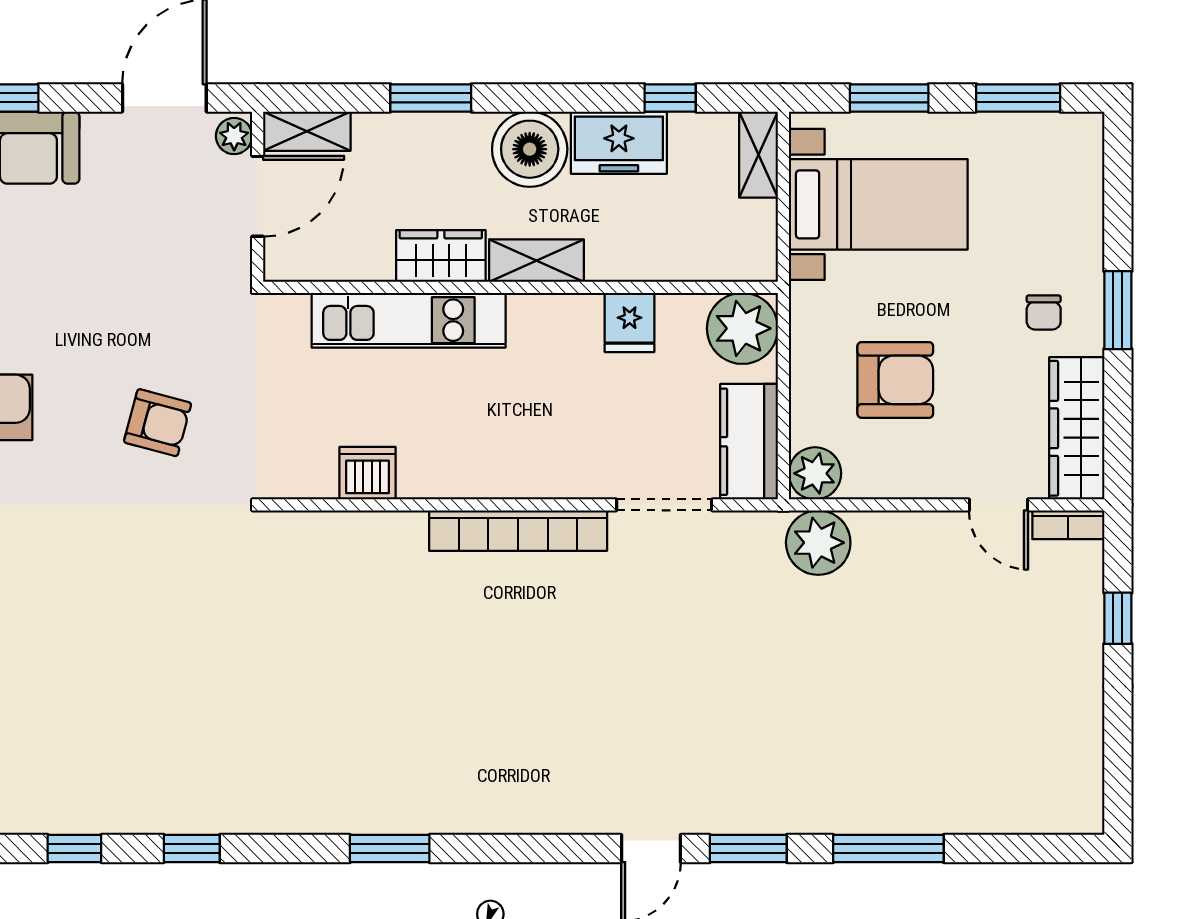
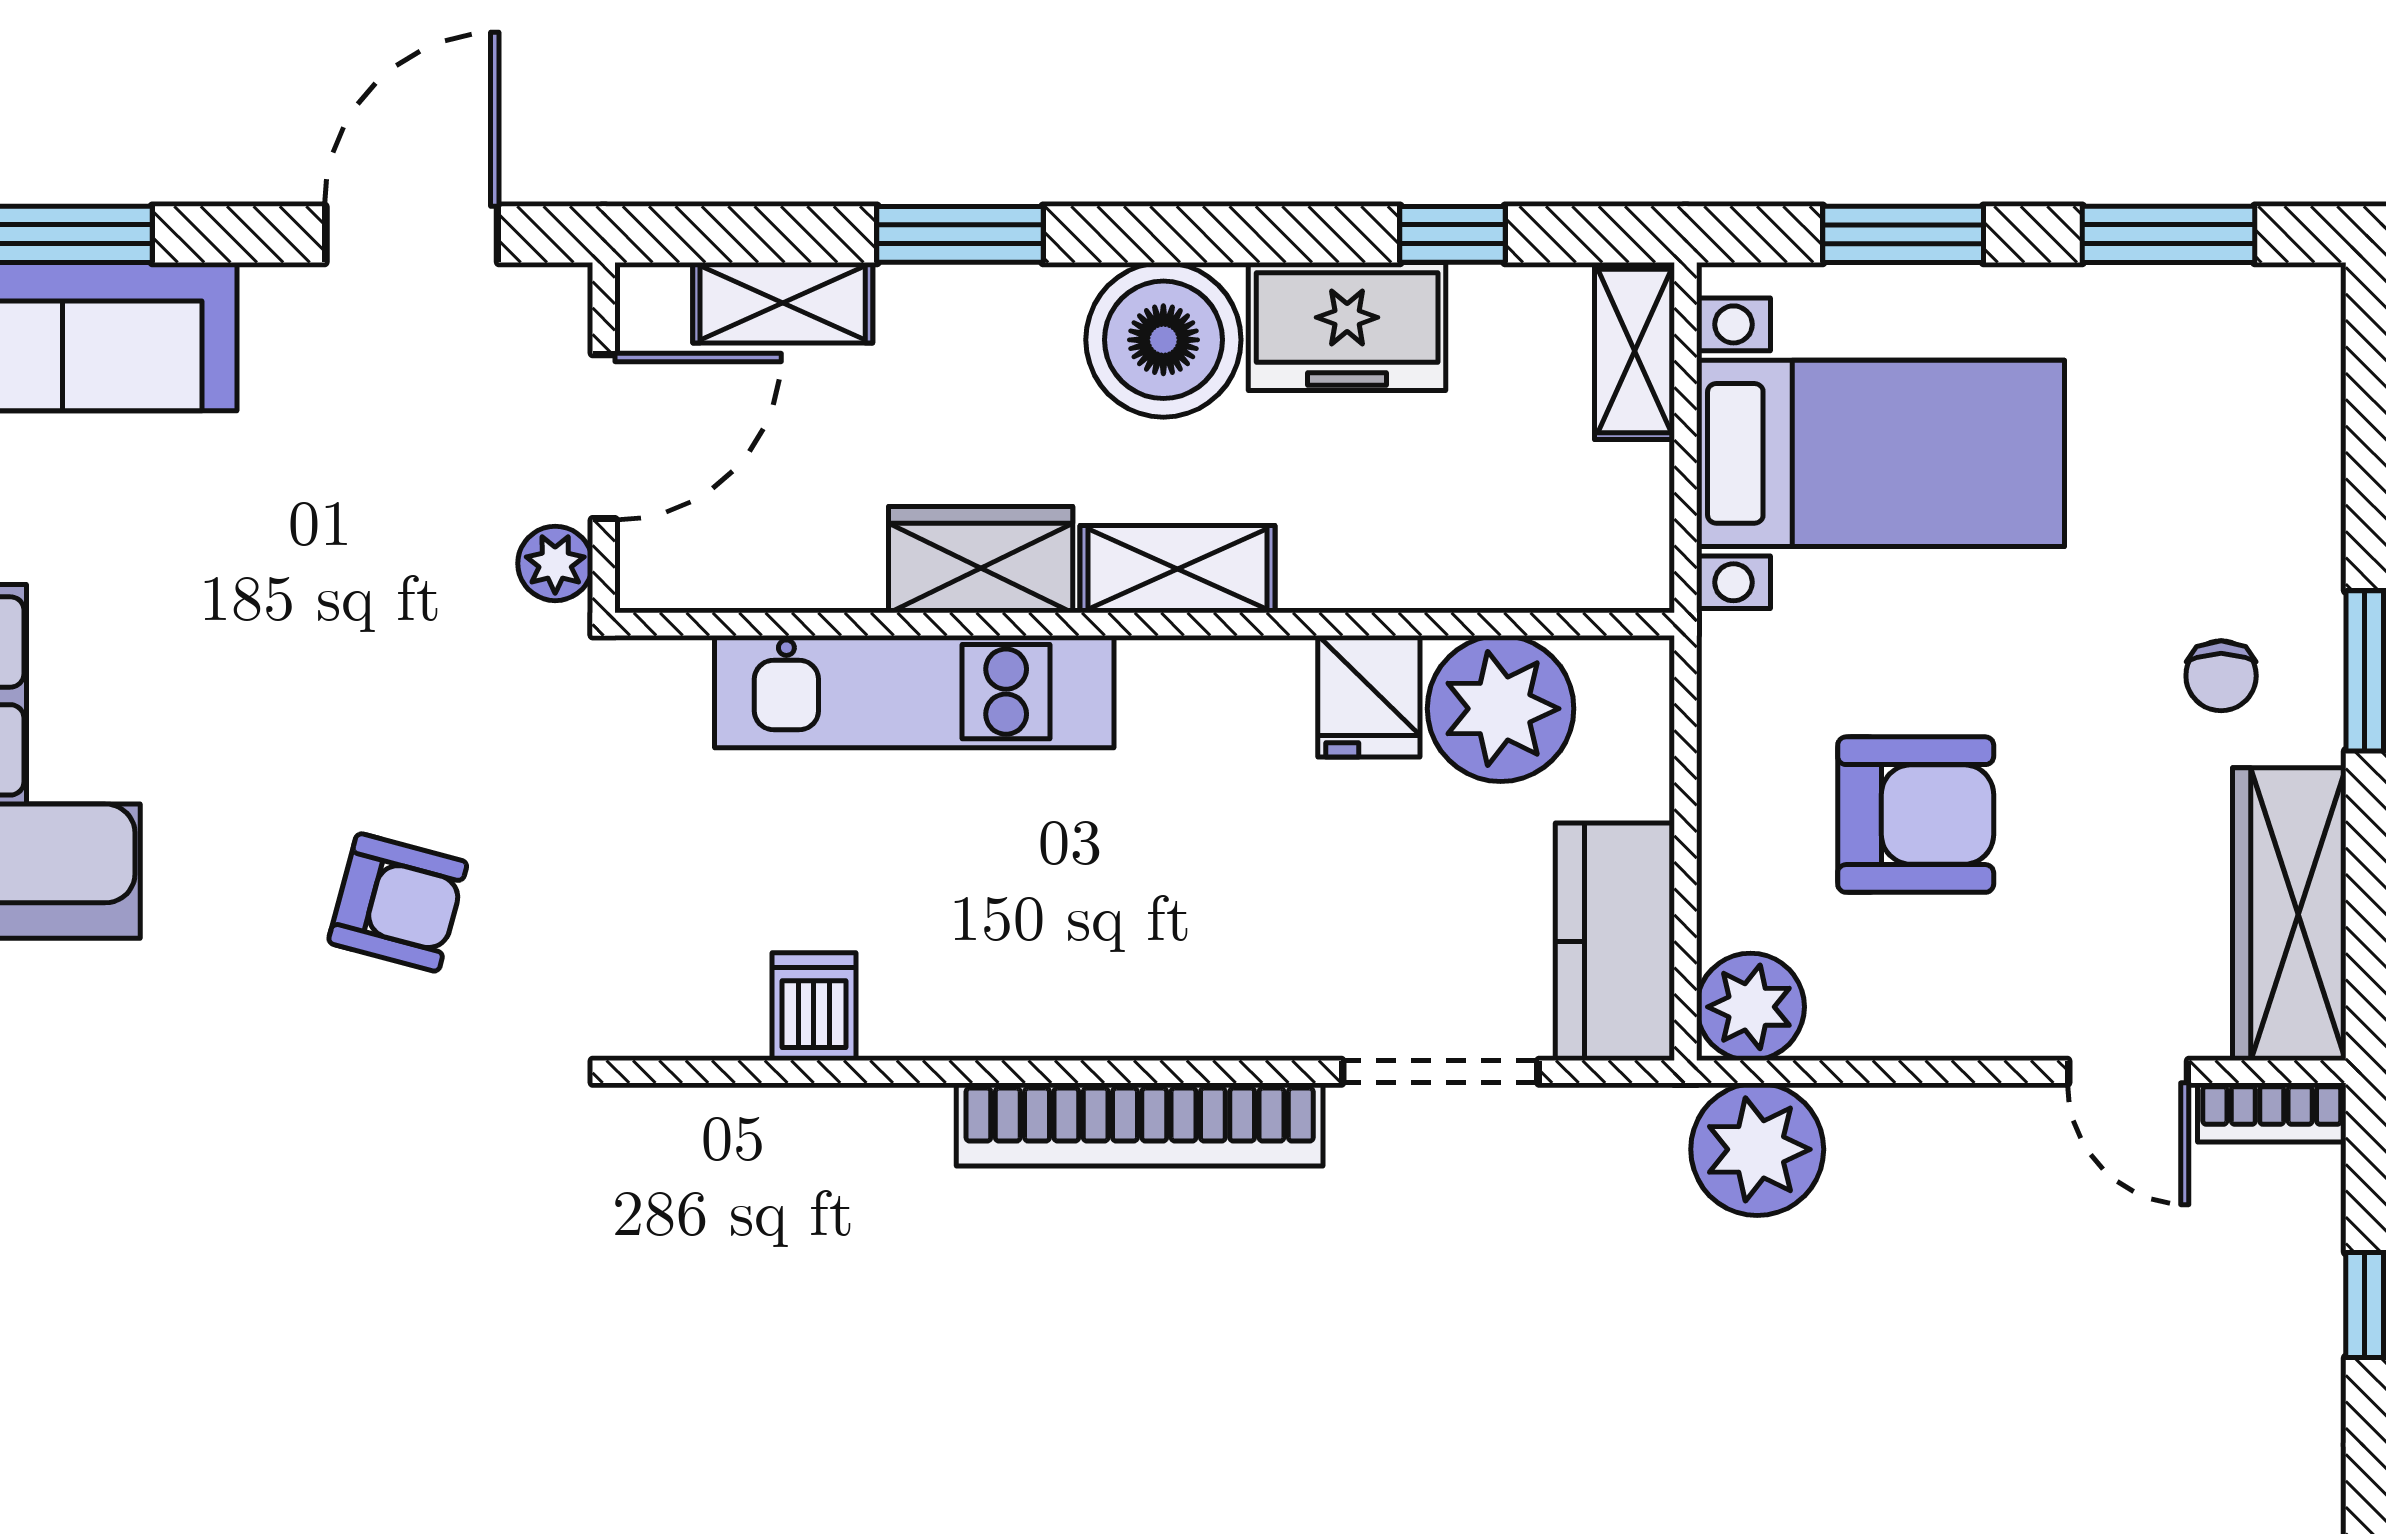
shelving: (307, 131) -> (783, 303), moved
plant: (234, 136) -> (555, 563), moved
plant: (742, 328) -> (1501, 709), moved
dishwasher: (368, 473) -> (814, 1007), width x0.73

